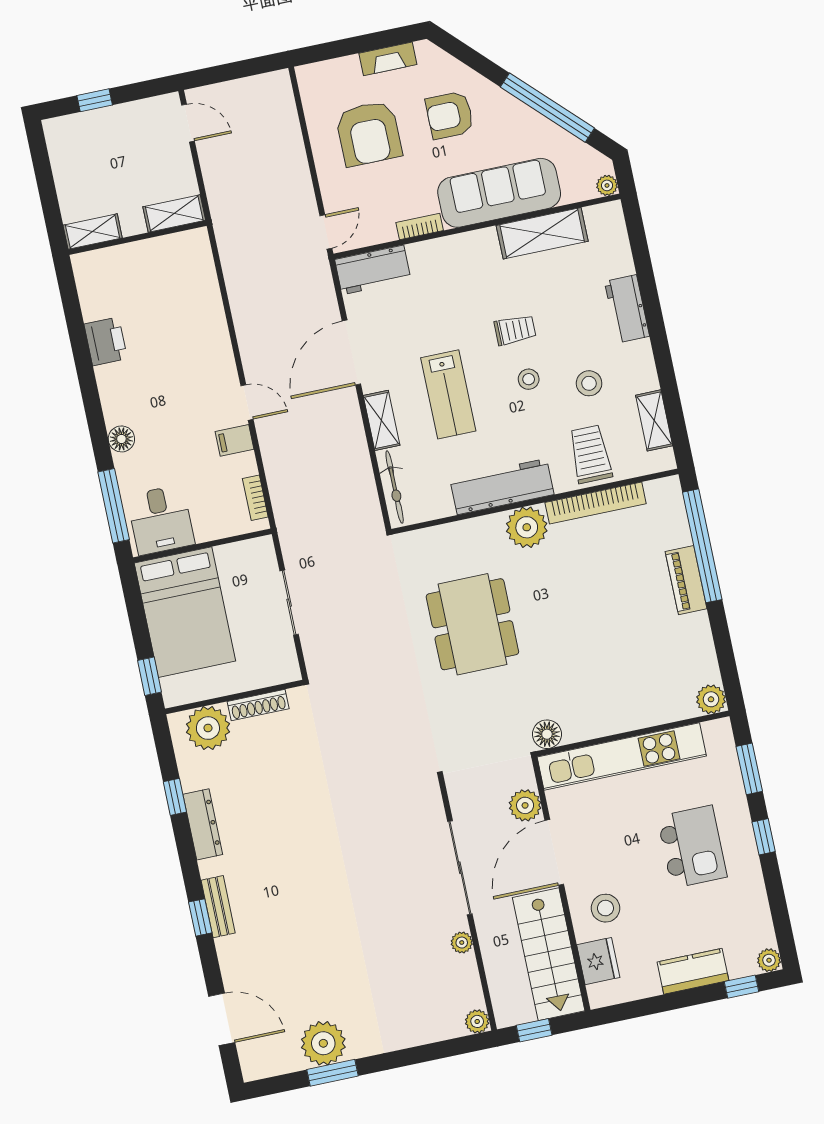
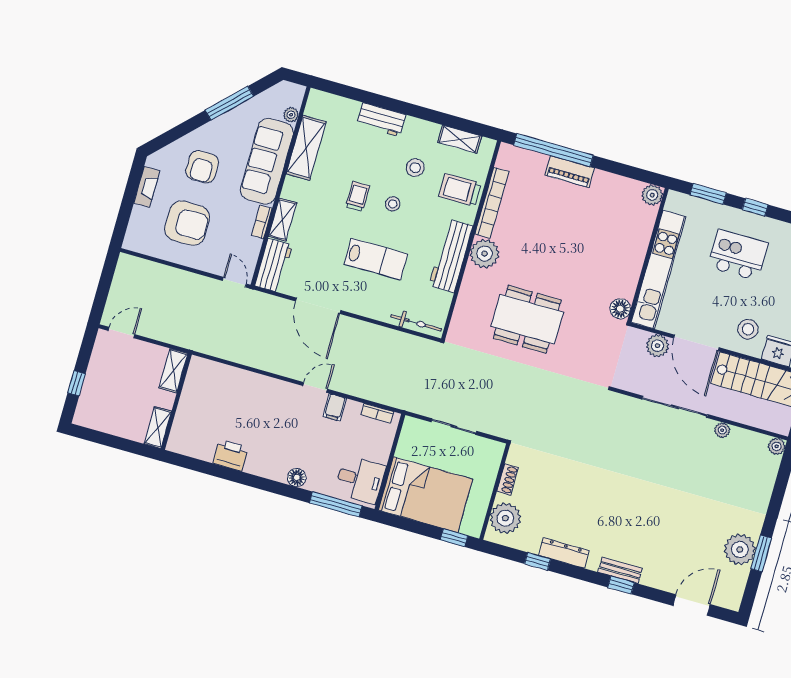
window: (547, 108) -> (229, 103), width x0.68
plant: (607, 185) -> (291, 115), moved
shelving: (381, 420) -> (282, 220), moved, turned 90
shoe rack: (258, 705) -> (508, 479), width x0.70

